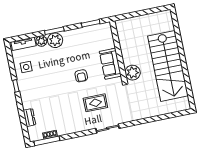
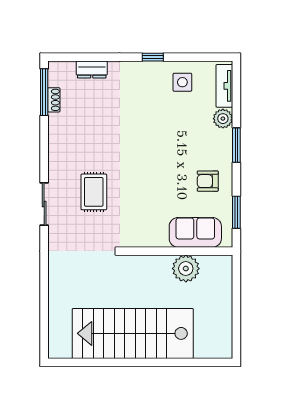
plant: (55, 40) -> (219, 143), removed
sofa: (110, 64) -> (195, 232), moved
plant: (133, 73) -> (186, 269), moved
armchair: (81, 76) -> (208, 181), moved

